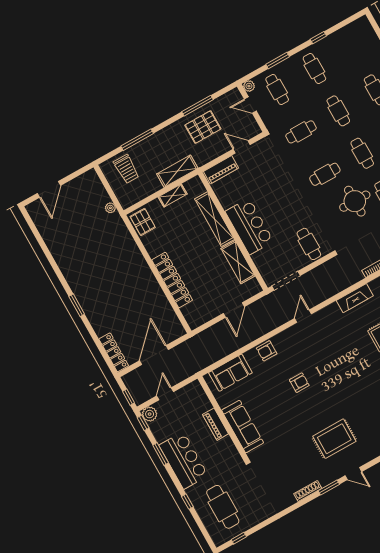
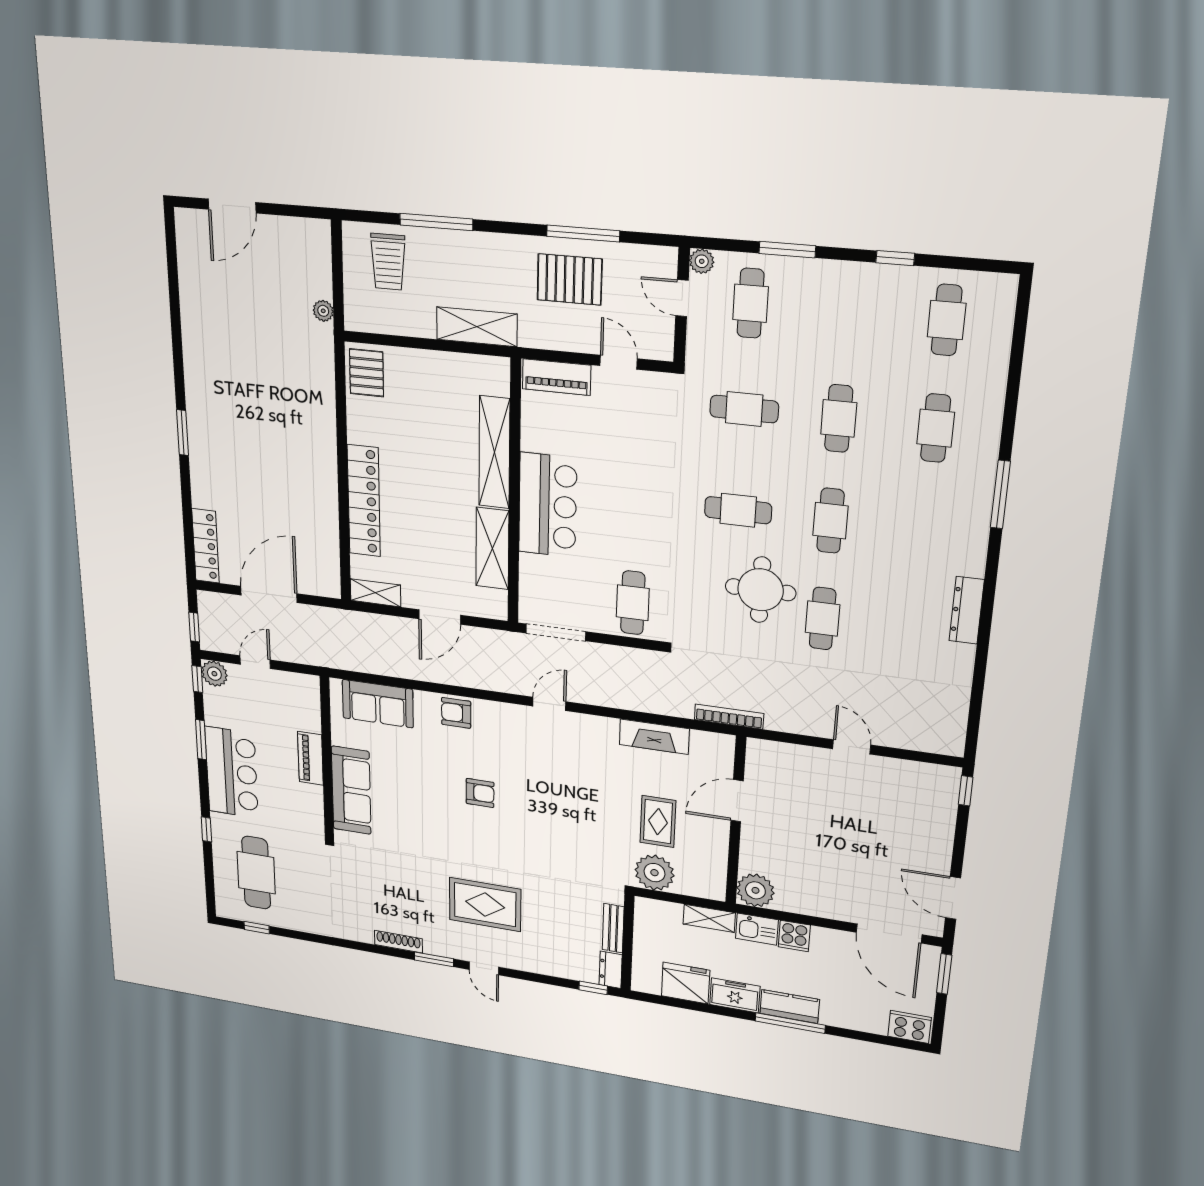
cafe table: (314, 68) -> (947, 320), moved
shelving: (173, 195) -> (375, 593), moved

